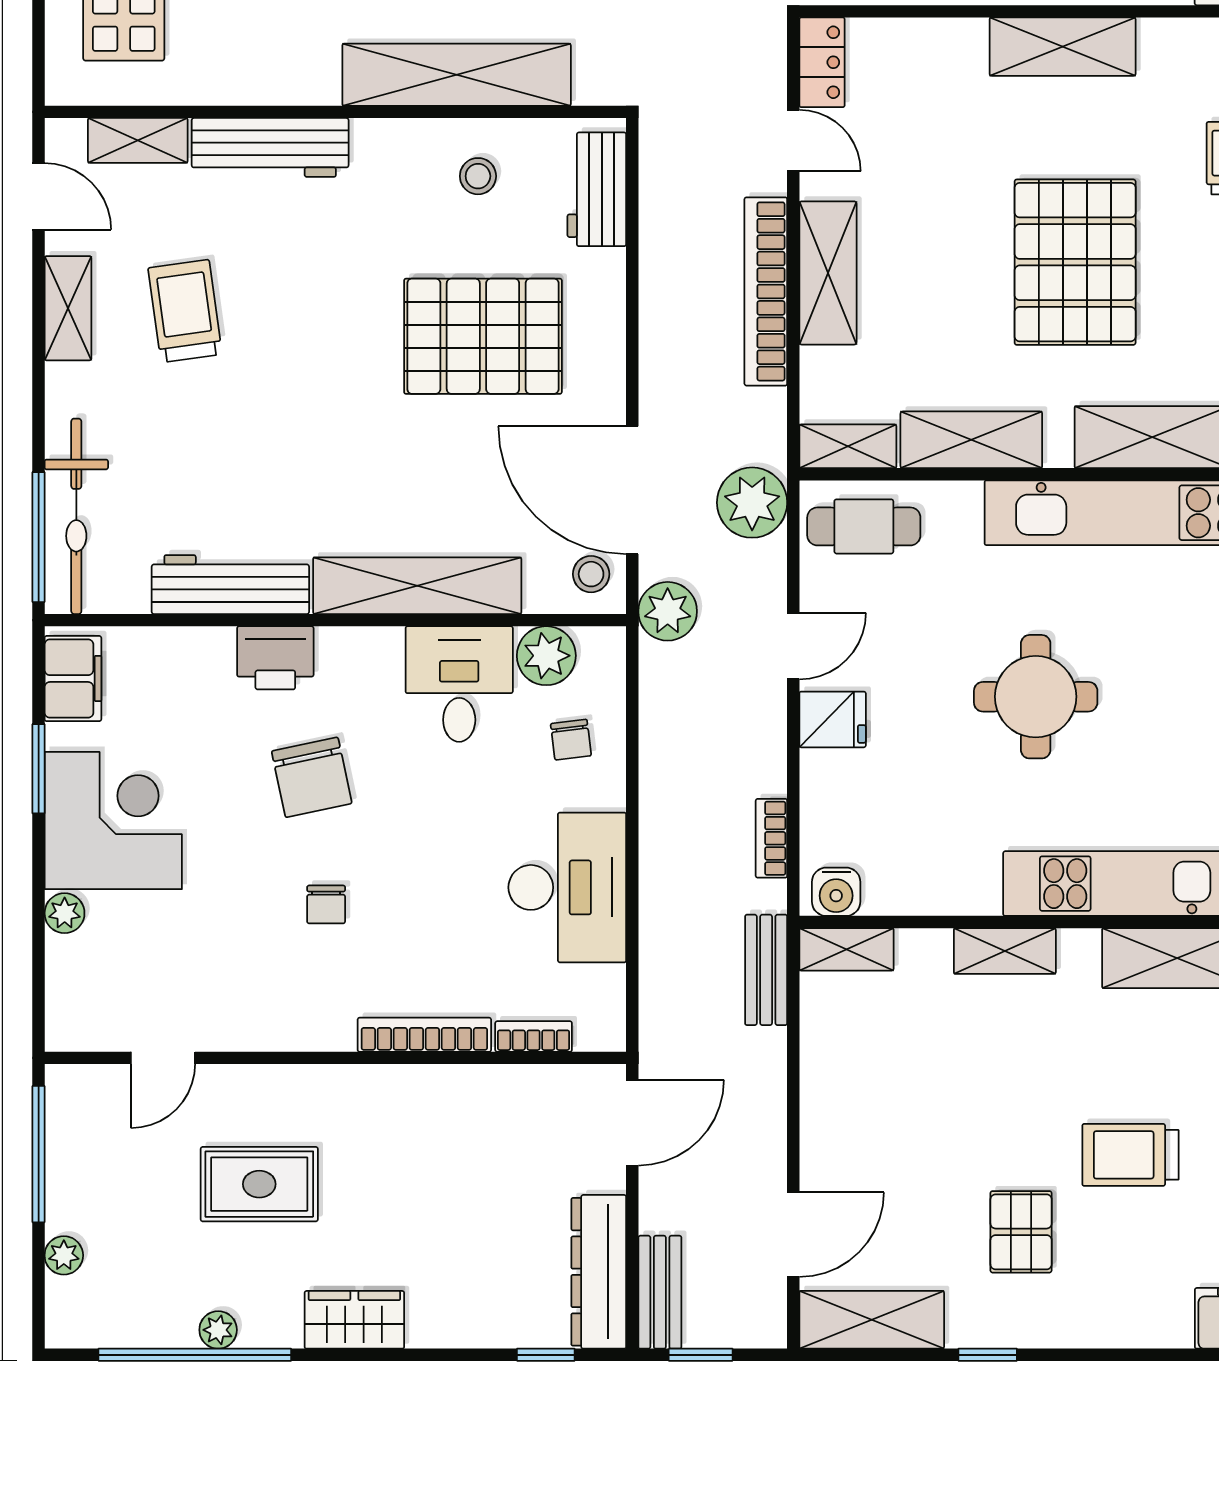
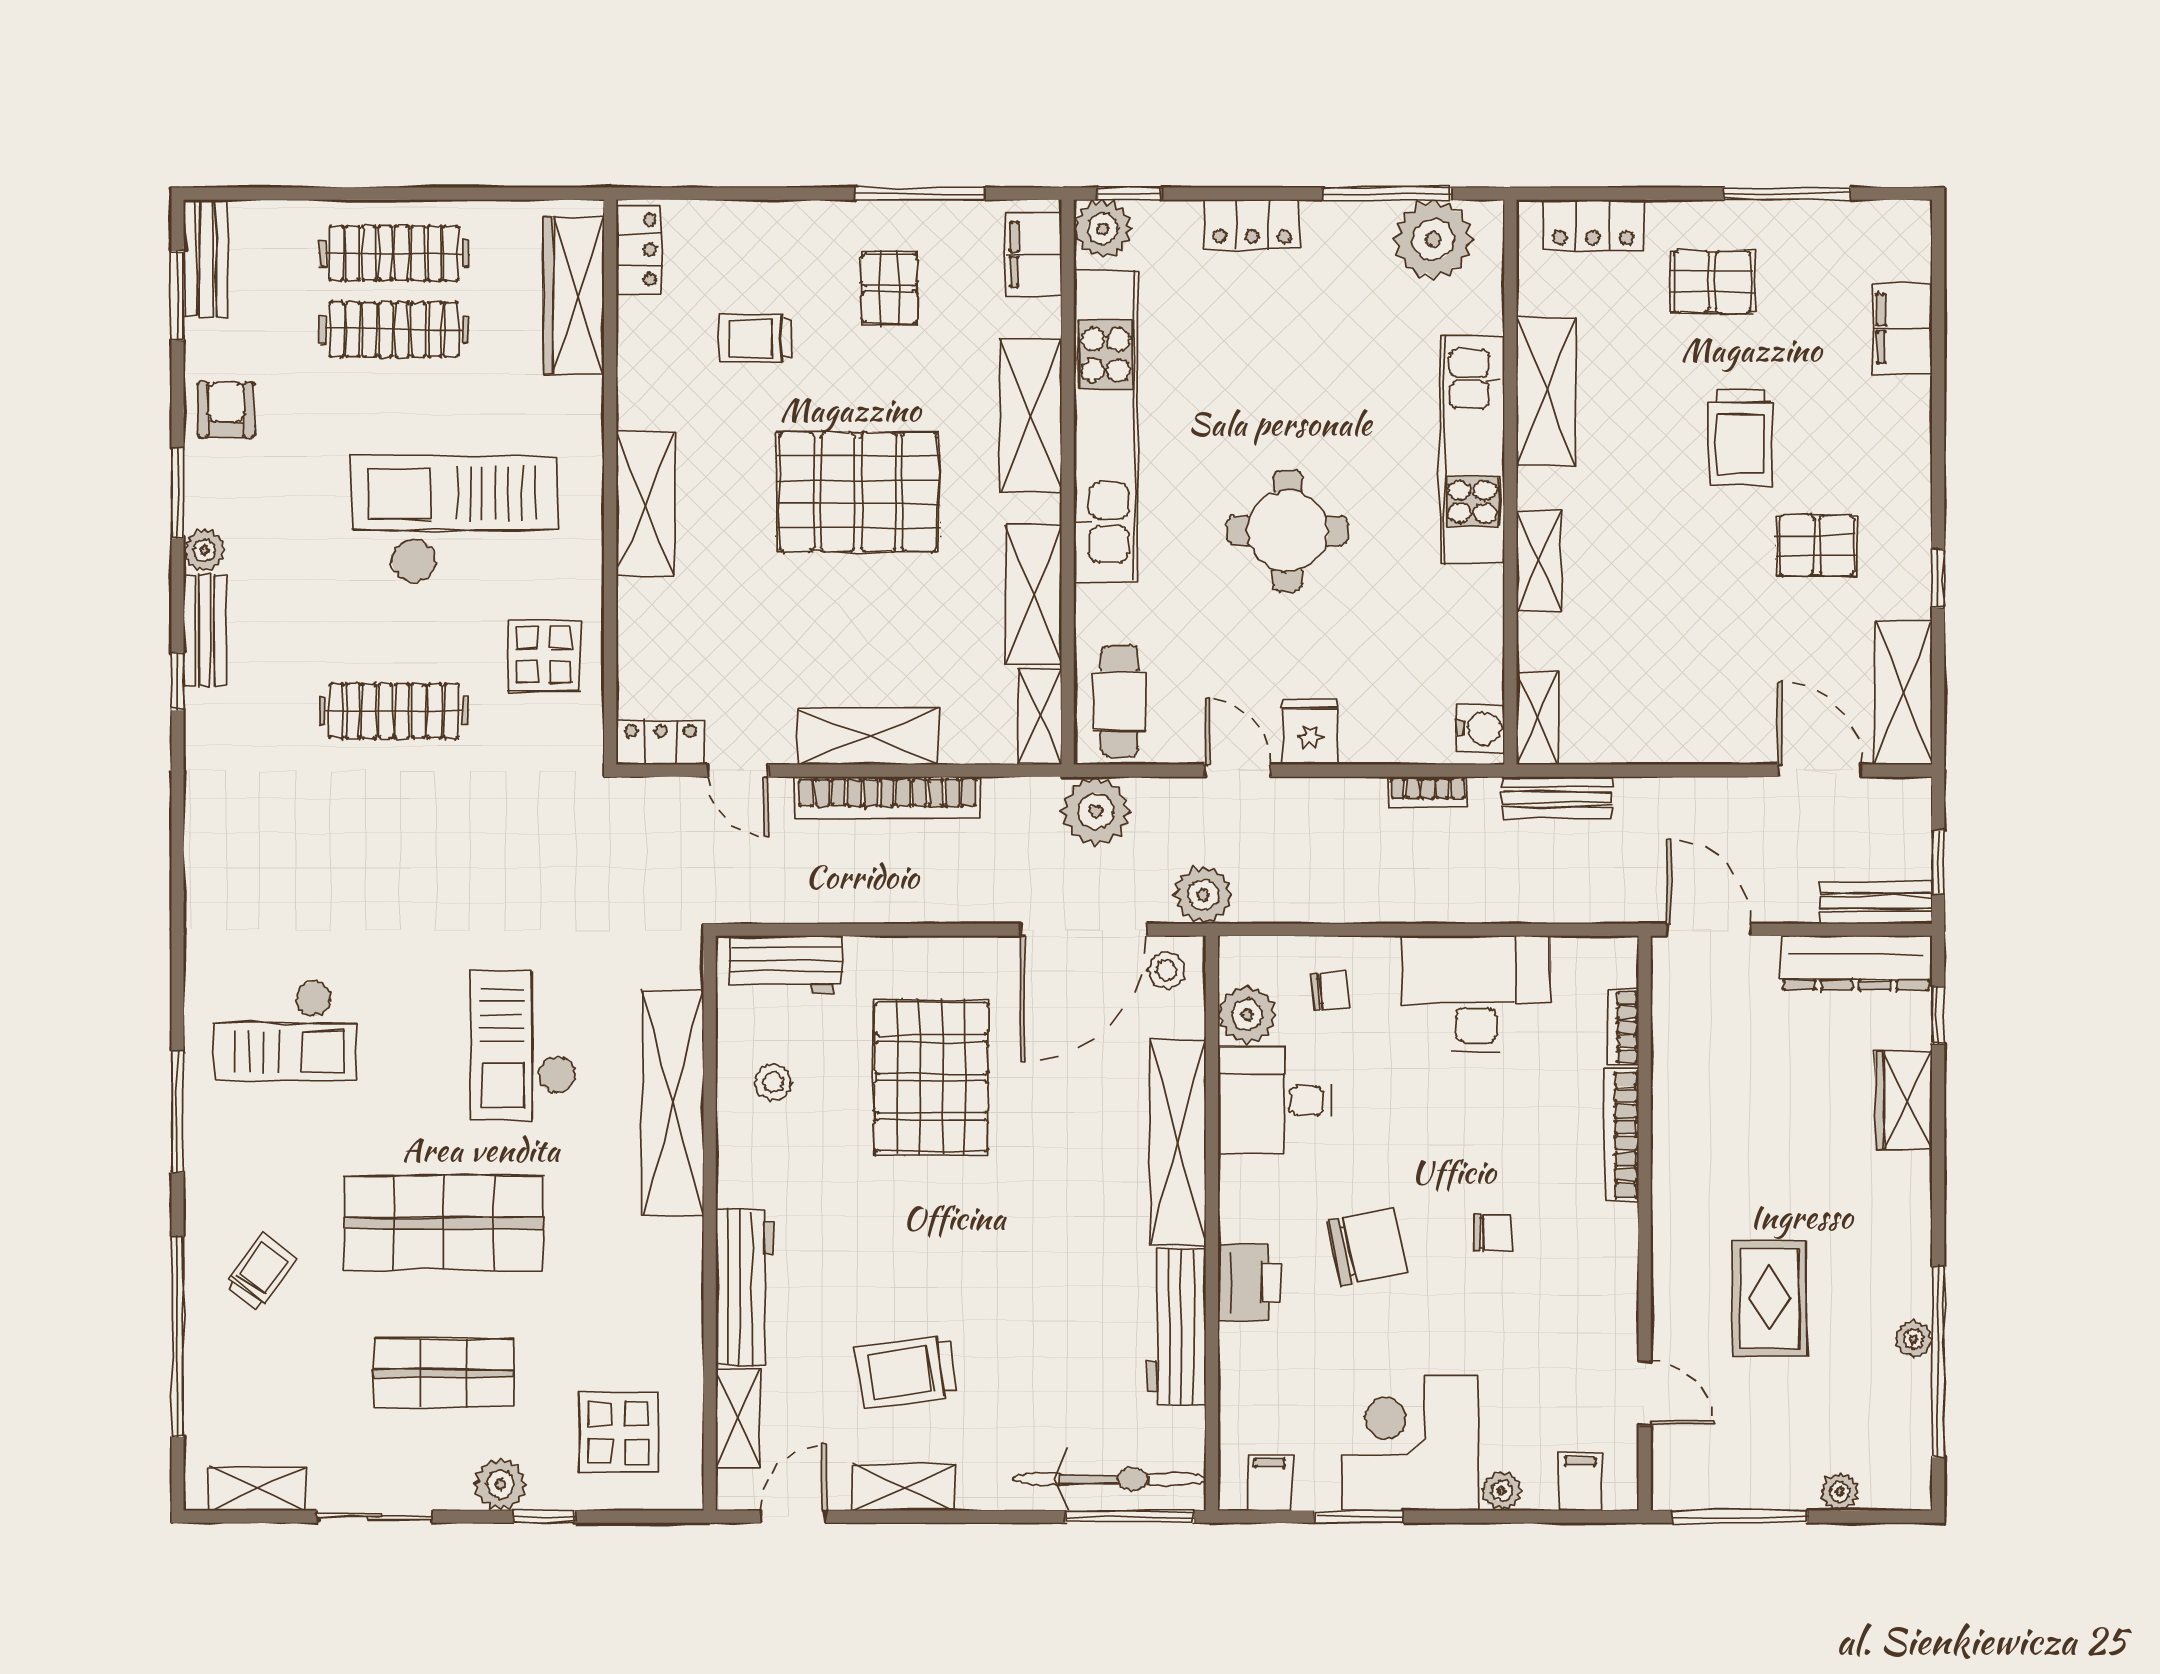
door: (793, 141) -> (738, 771), swing flipped
filing cabinet: (73, 679) -> (1270, 1483), width x0.50
filing cabinet: (74, 993) -> (1580, 1482), added
wardrobe: (354, 1320) -> (1904, 1100), moved

